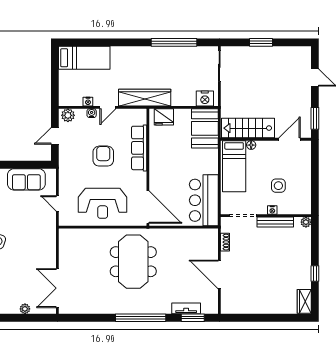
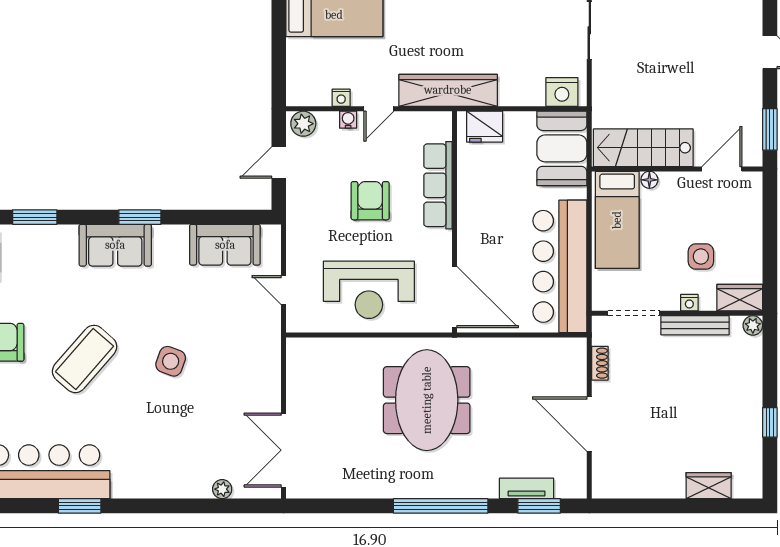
bar counter: (204, 200) -> (560, 266), width x1.36
wardrobe: (299, 207) -> (740, 298), added
wardrobe: (304, 301) -> (709, 486), moved, turned 90

